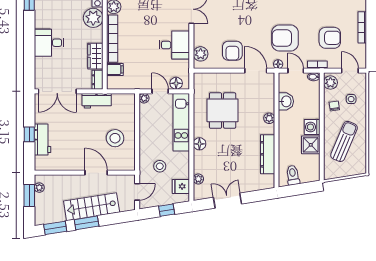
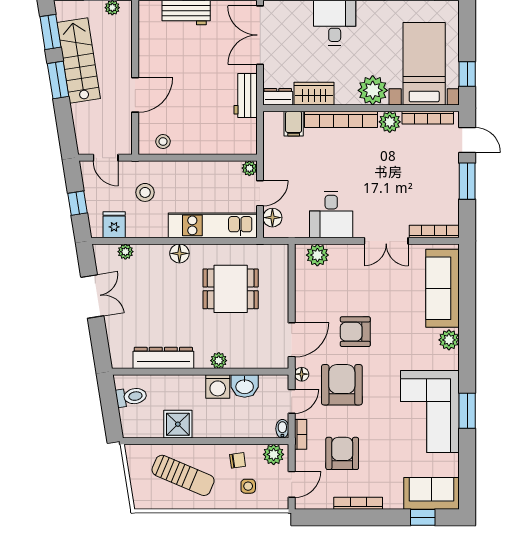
armchair: (330, 38) -> (342, 453), turned 180
armchair: (232, 51) -> (355, 332), moved
washing machine: (312, 127) -> (218, 387), moved, turned 180
stool: (115, 138) -> (163, 142), moved, width x0.53, depth x0.53
stairs: (92, 207) -> (79, 60), moved

